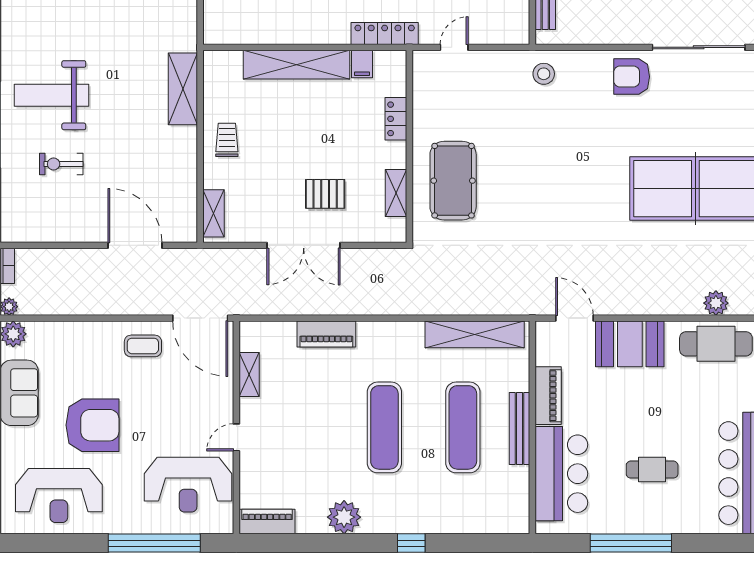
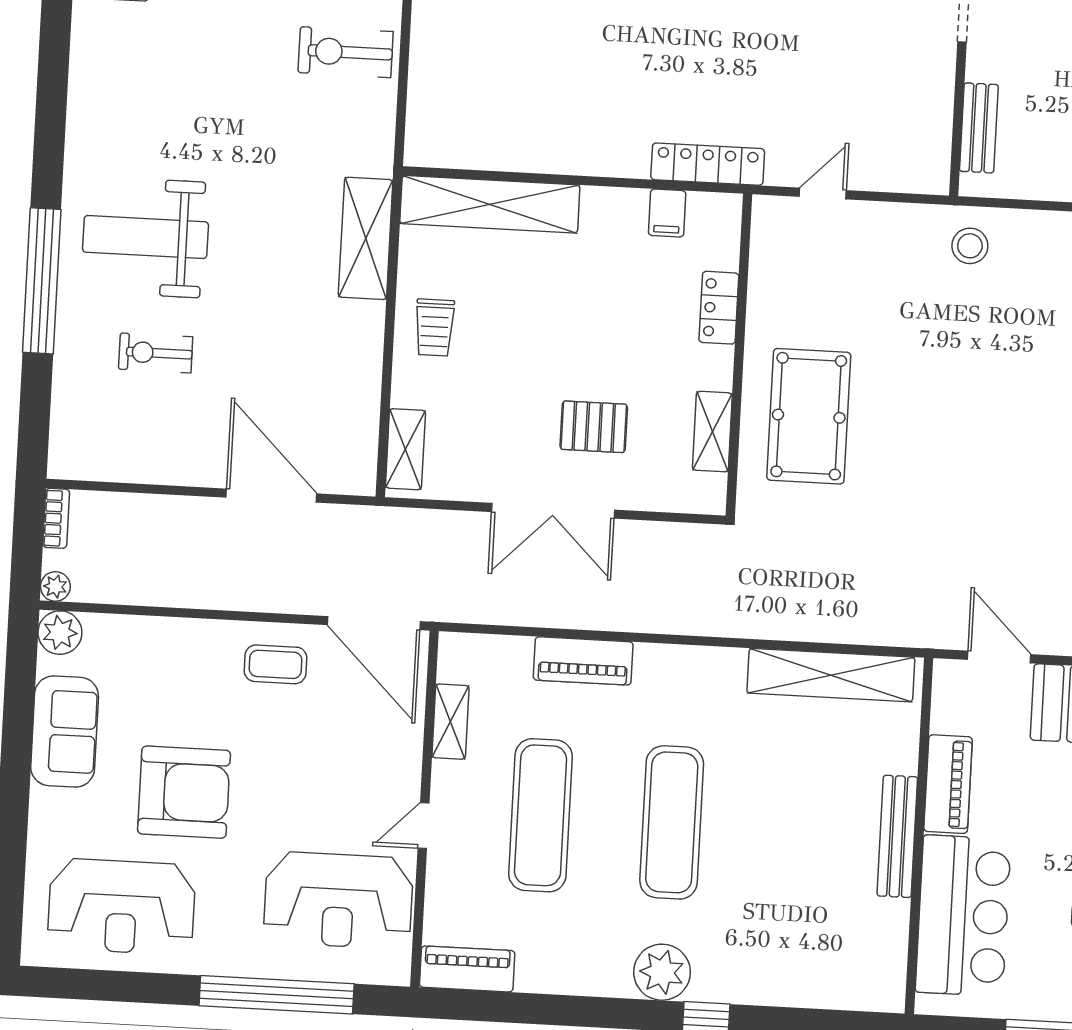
shelving: (297, 65) -> (490, 204), moved
trolley: (227, 140) -> (435, 327), turned 180
exercise mat: (463, 427) -> (541, 815), moved
plant: (344, 517) -> (662, 972), moved

